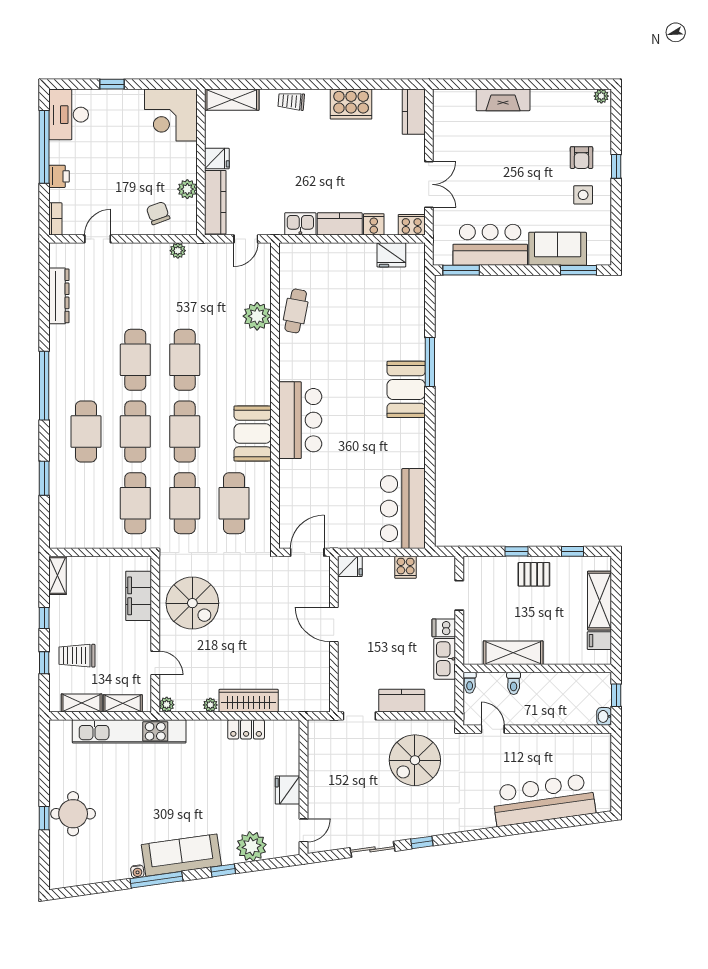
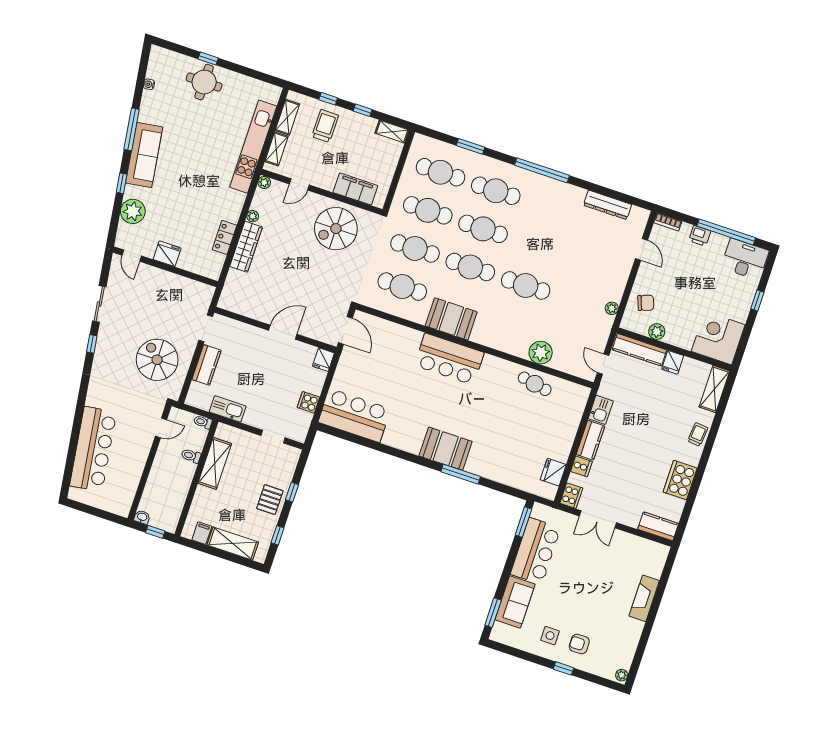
cafe table: (135, 360) -> (440, 172), moved
dishwasher: (444, 628) -> (252, 416), removed
water cooler: (137, 871) -> (149, 84), moved

